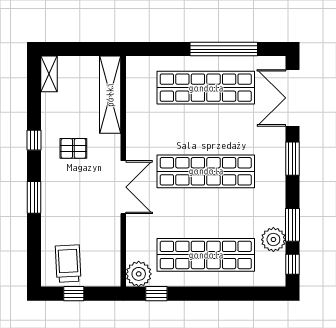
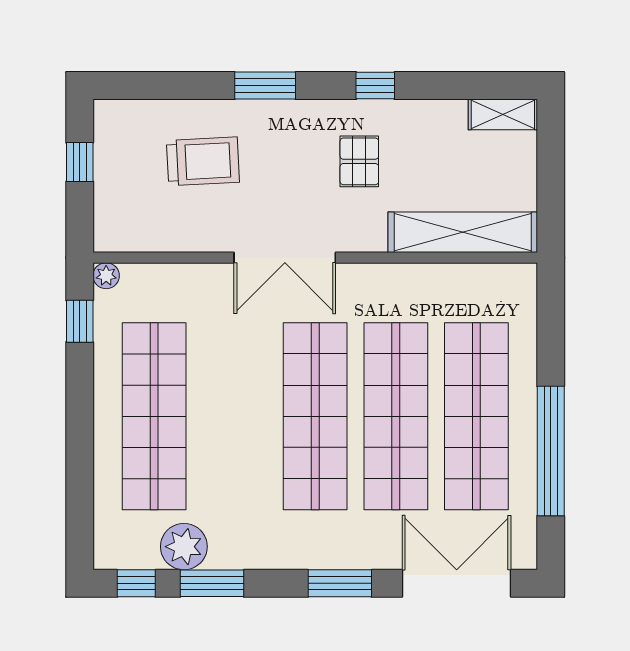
shop shelf: (206, 129) -> (396, 416), added
trolley: (68, 264) -> (203, 161), moved
plant: (139, 274) -> (106, 276), width x0.53, depth x0.53

